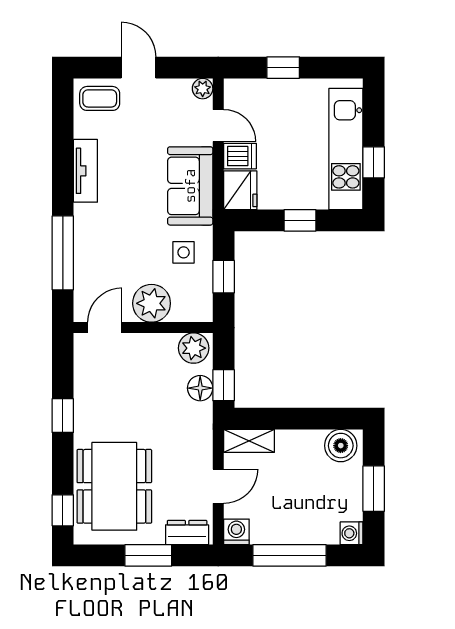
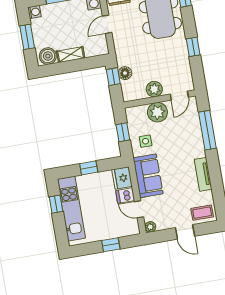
plant: (194, 348) -> (154, 89), moved
shelving: (249, 441) -> (71, 55), moved

